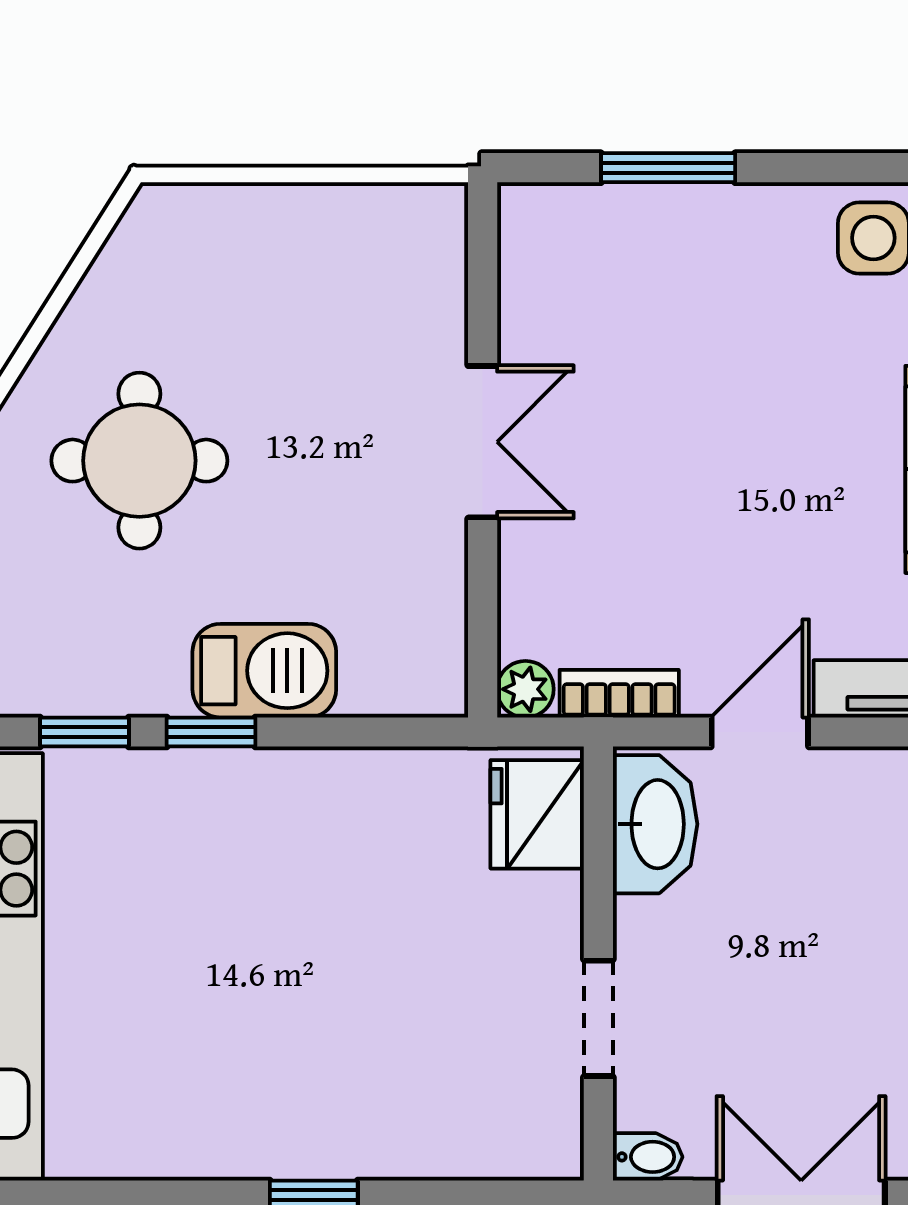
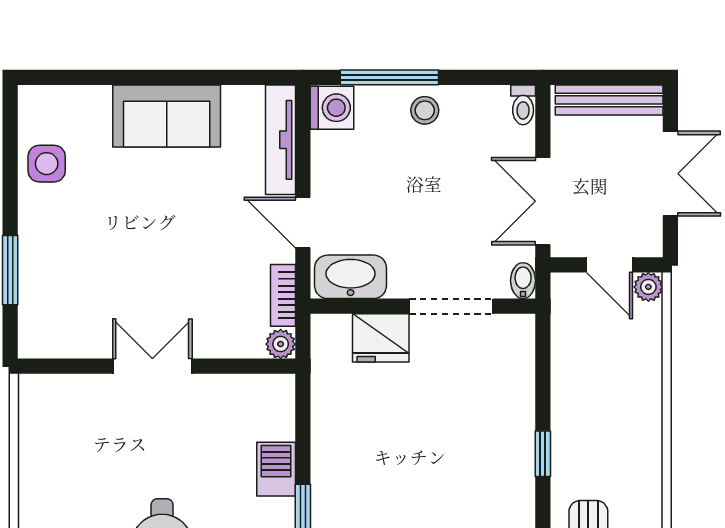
barbecue: (264, 671) -> (276, 469), width x0.73, depth x0.79
fridge: (537, 814) -> (381, 338), moved
doorway: (598, 1018) -> (451, 306), width x1.38

